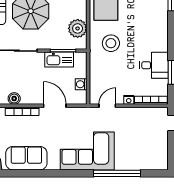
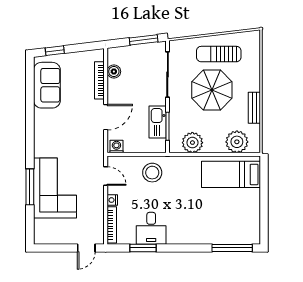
stool: (111, 43) -> (152, 173), moved
washing machine: (81, 84) -> (116, 147), moved
corner sofa: (87, 151) -> (55, 188), moved
window: (117, 173) -> (30, 187), width x0.68

